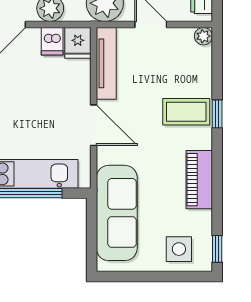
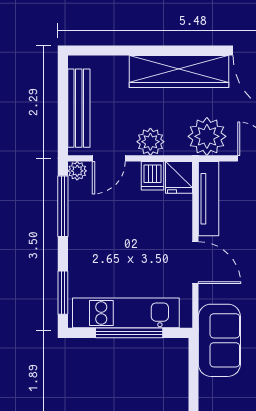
sofa: (117, 213) -> (219, 340), width x0.73

